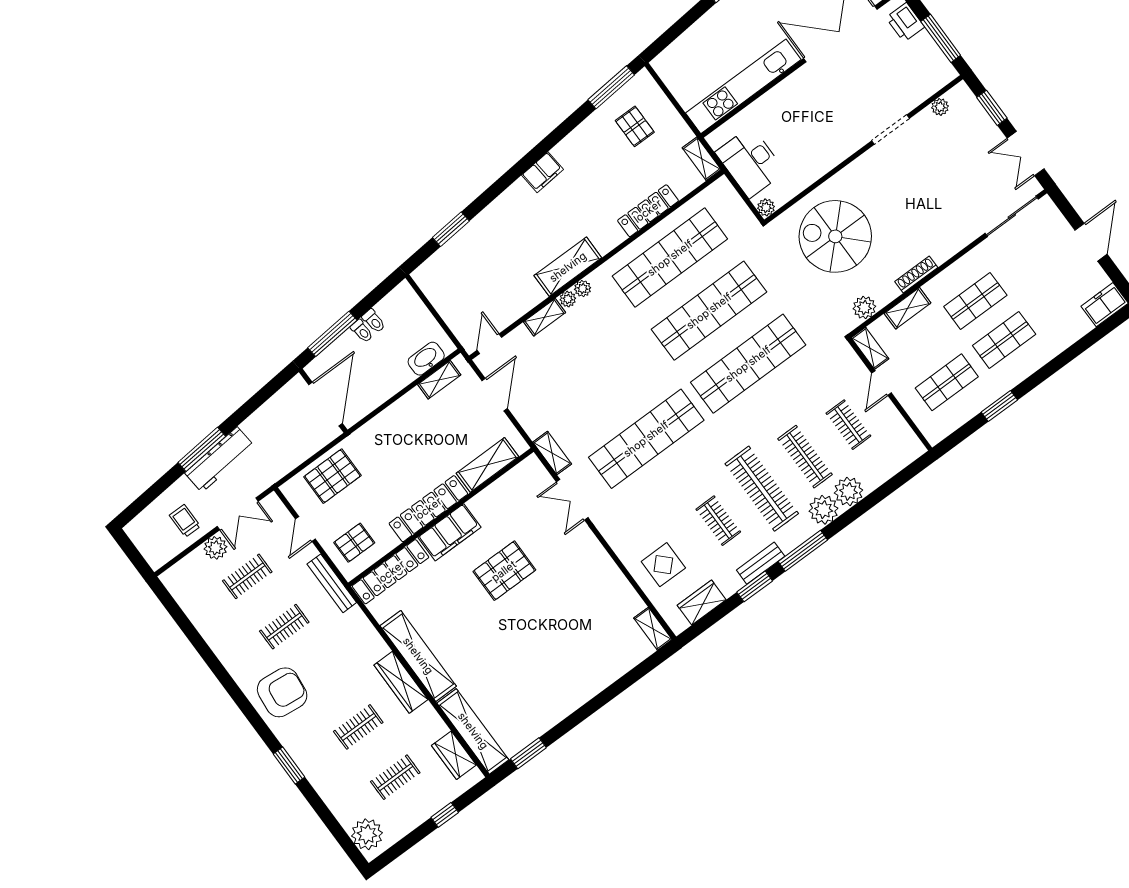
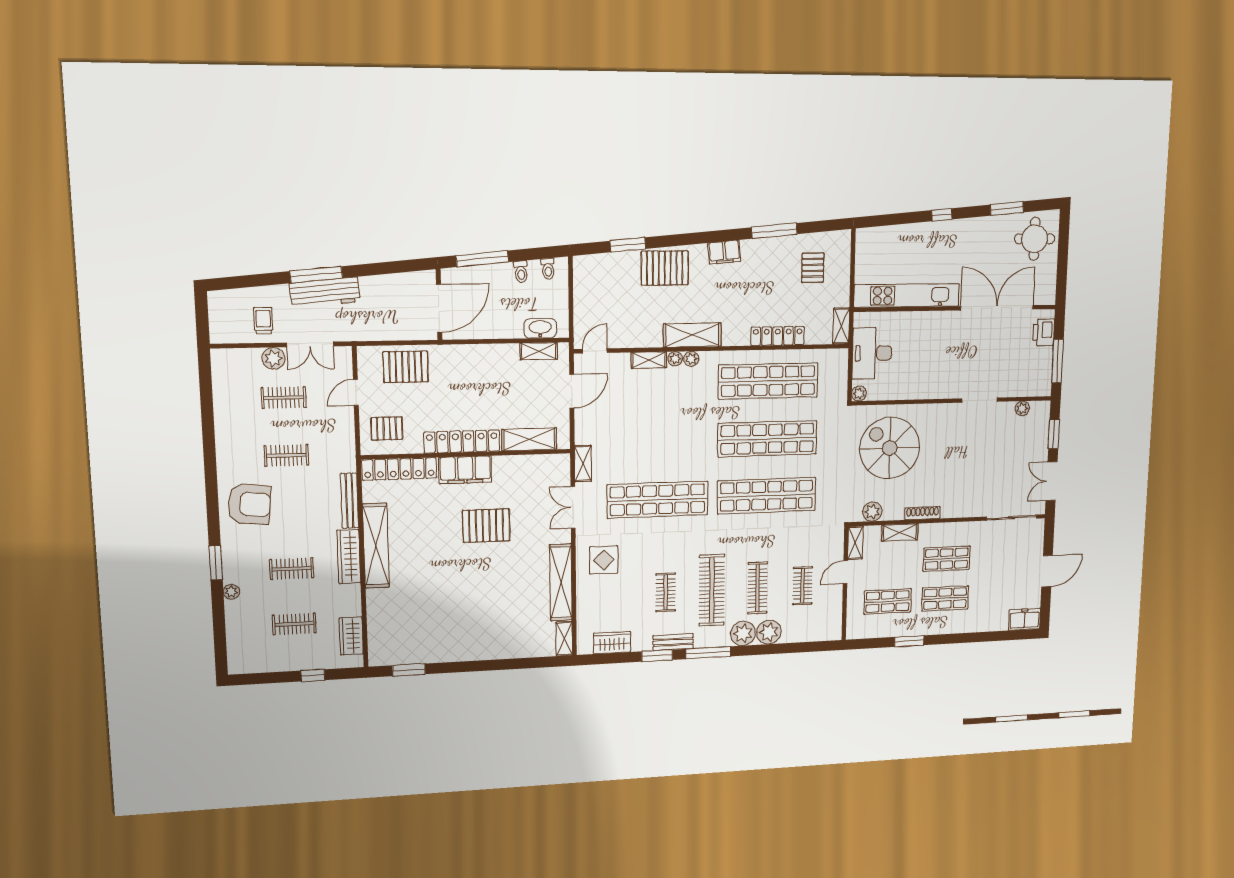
window: (611, 87) -> (774, 231), moved
pallet: (499, 225) -> (665, 268), added
toilet: (362, 331) -> (548, 269), moved
display table: (663, 565) -> (604, 560), moved
bench: (332, 583) -> (350, 501), moved
shelving: (473, 731) -> (561, 582), moved
plant: (367, 834) -> (231, 592), moved, width x0.53, depth x0.53

